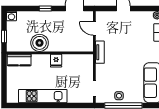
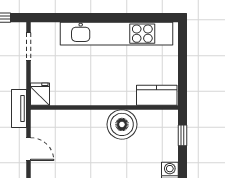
fridge: (56, 61) -> (40, 94), moved
kitchen unit: (43, 96) -> (117, 34), width x1.36

